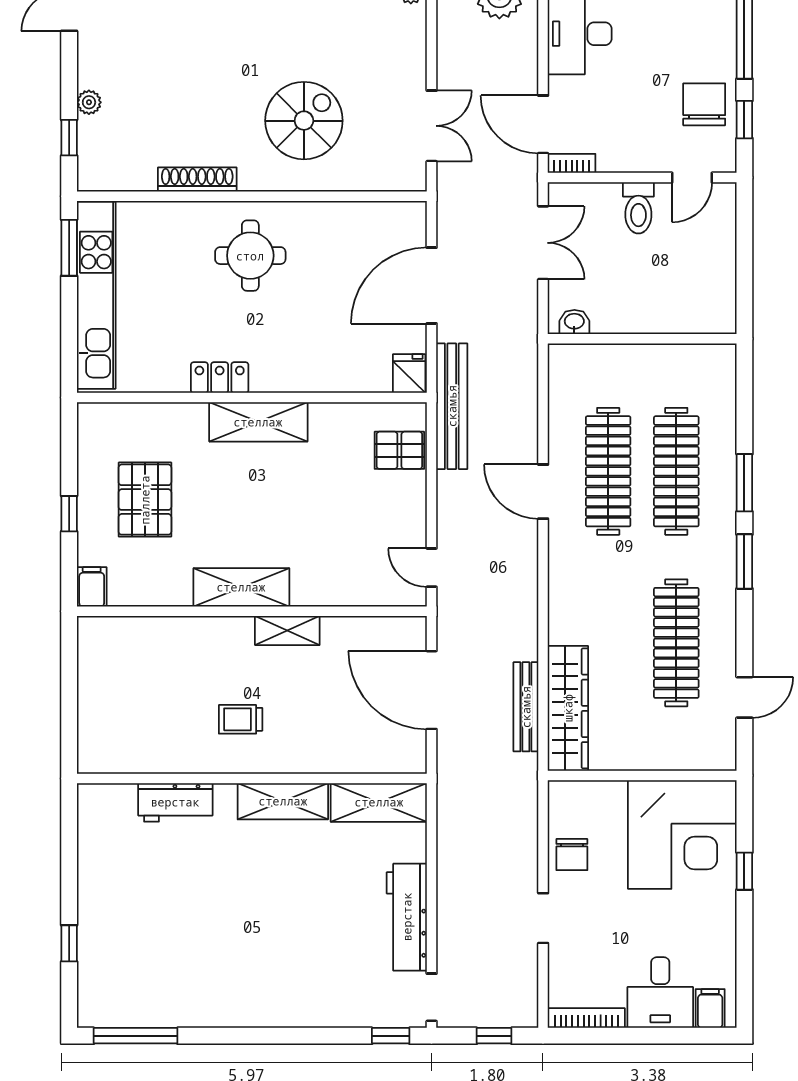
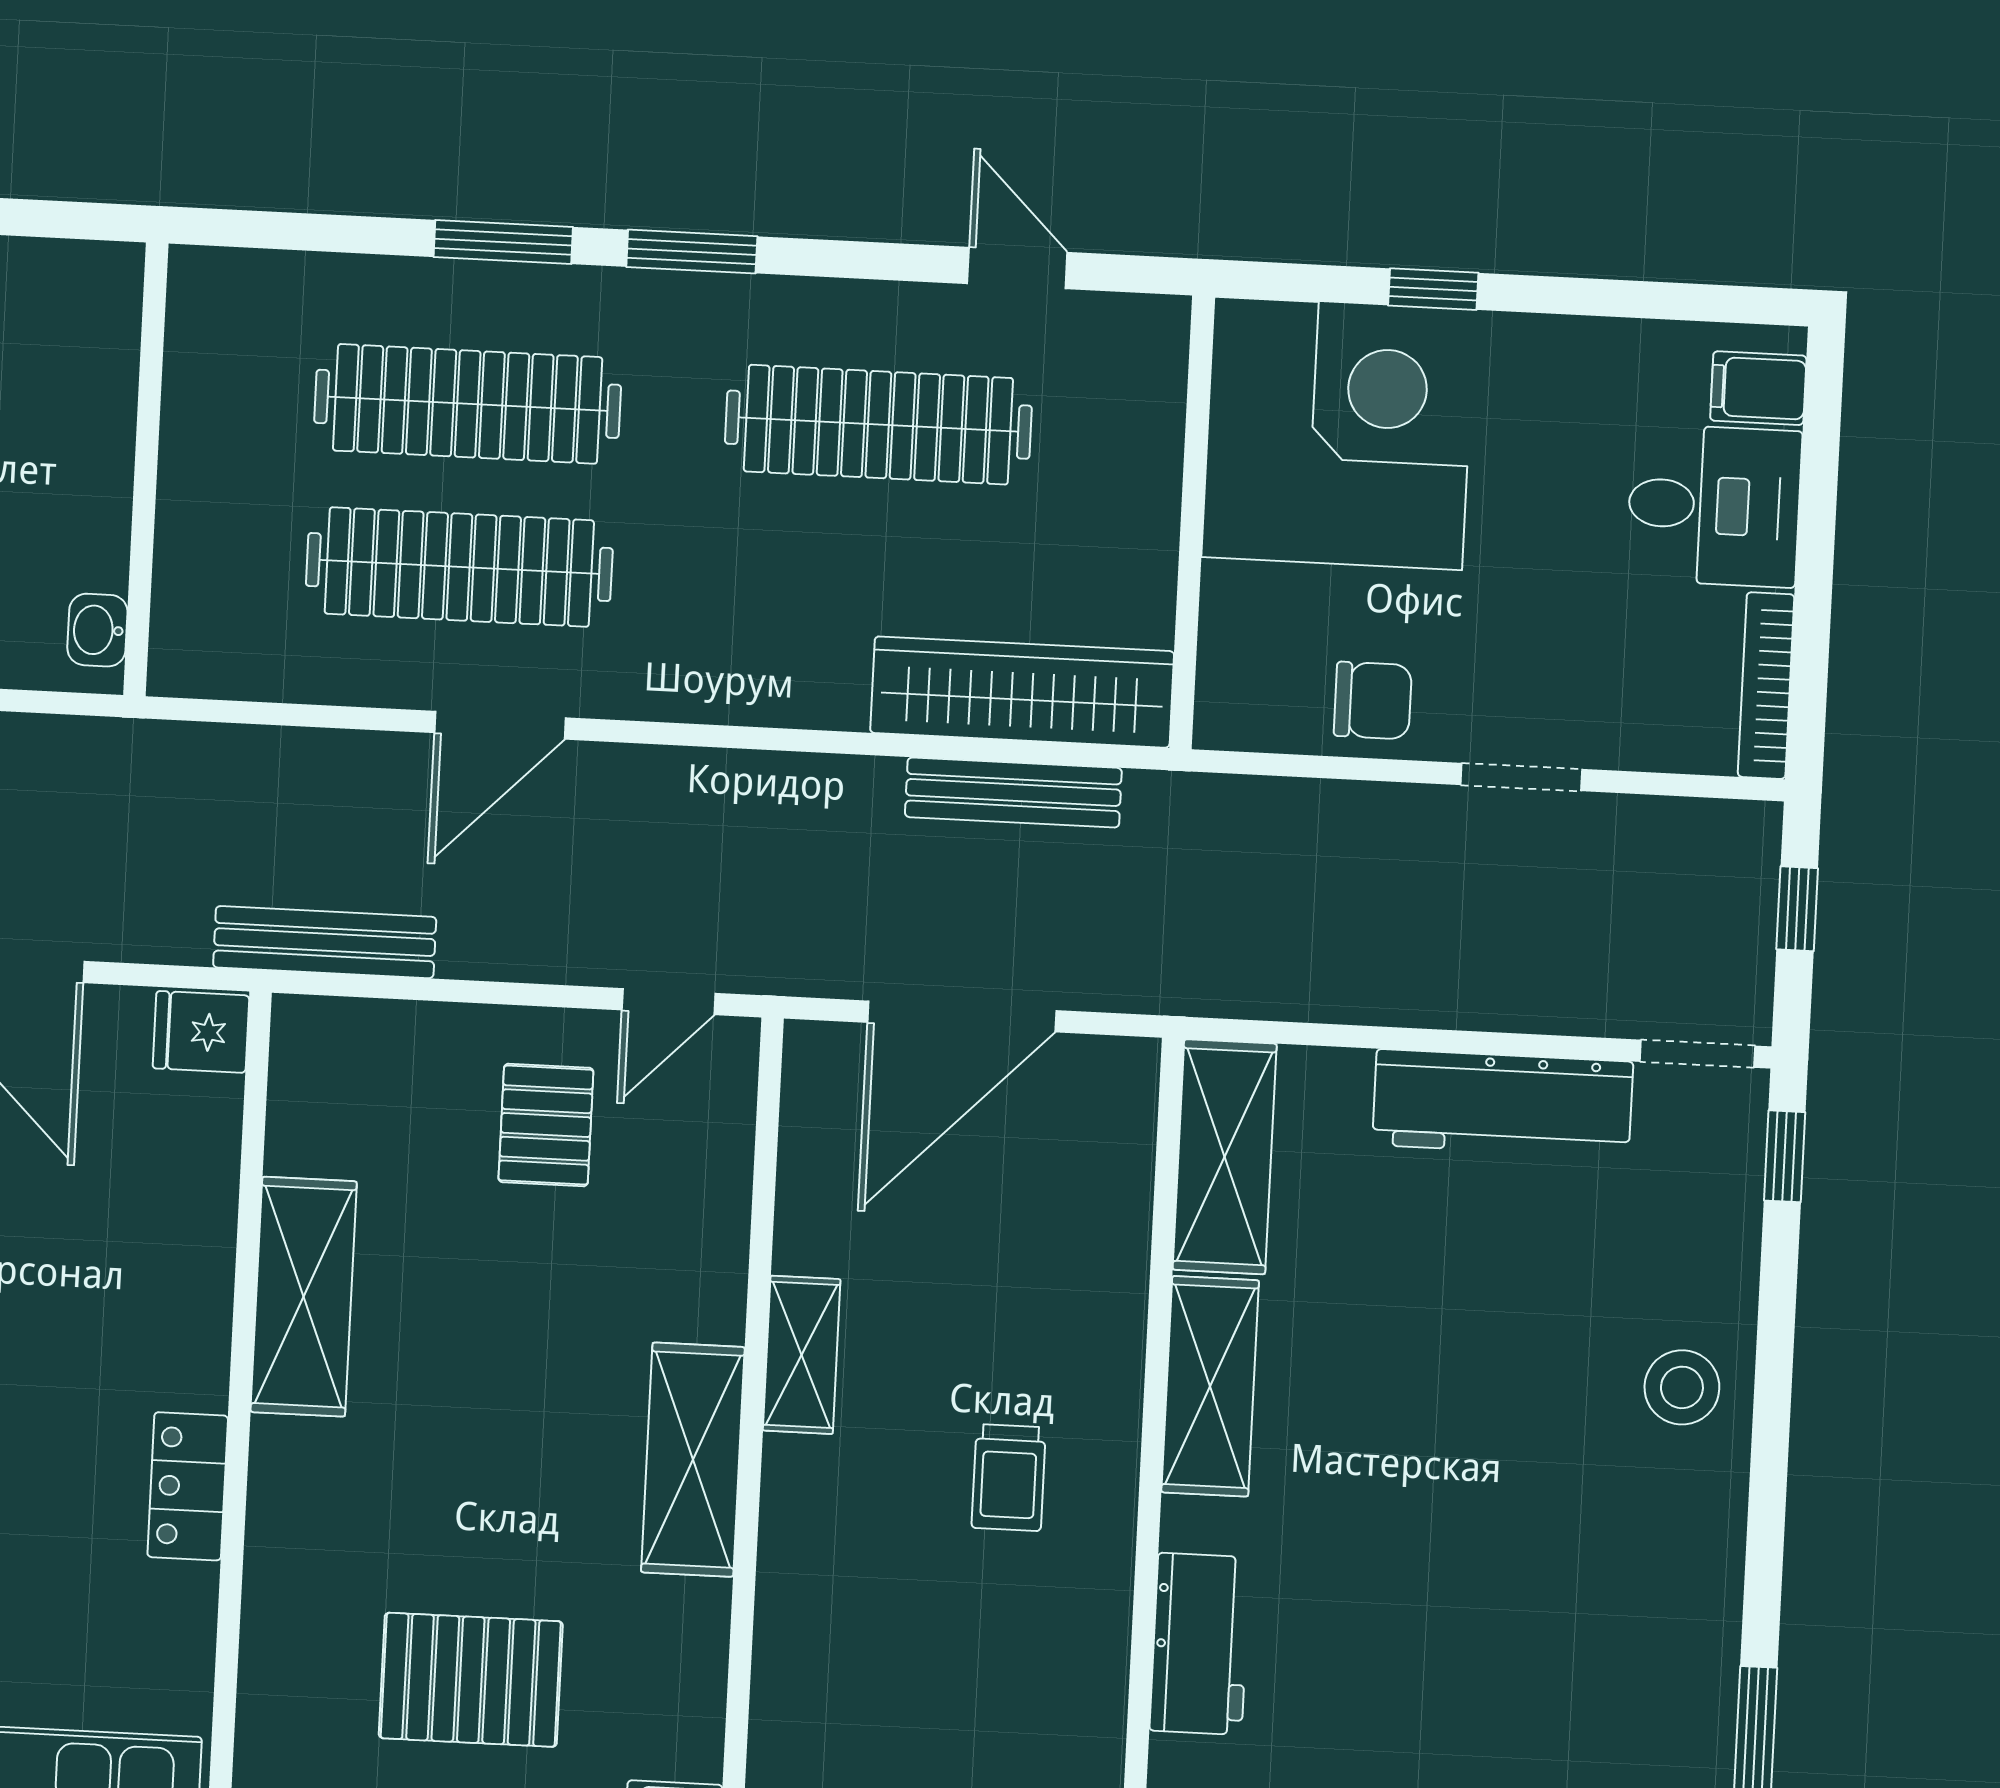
bench: (452, 406) -> (325, 942), width x0.73, depth x0.82
shelving: (258, 422) -> (304, 1297), moved
pallet: (399, 450) -> (546, 1125), moved
stool: (292, 998) -> (1682, 1387), added

